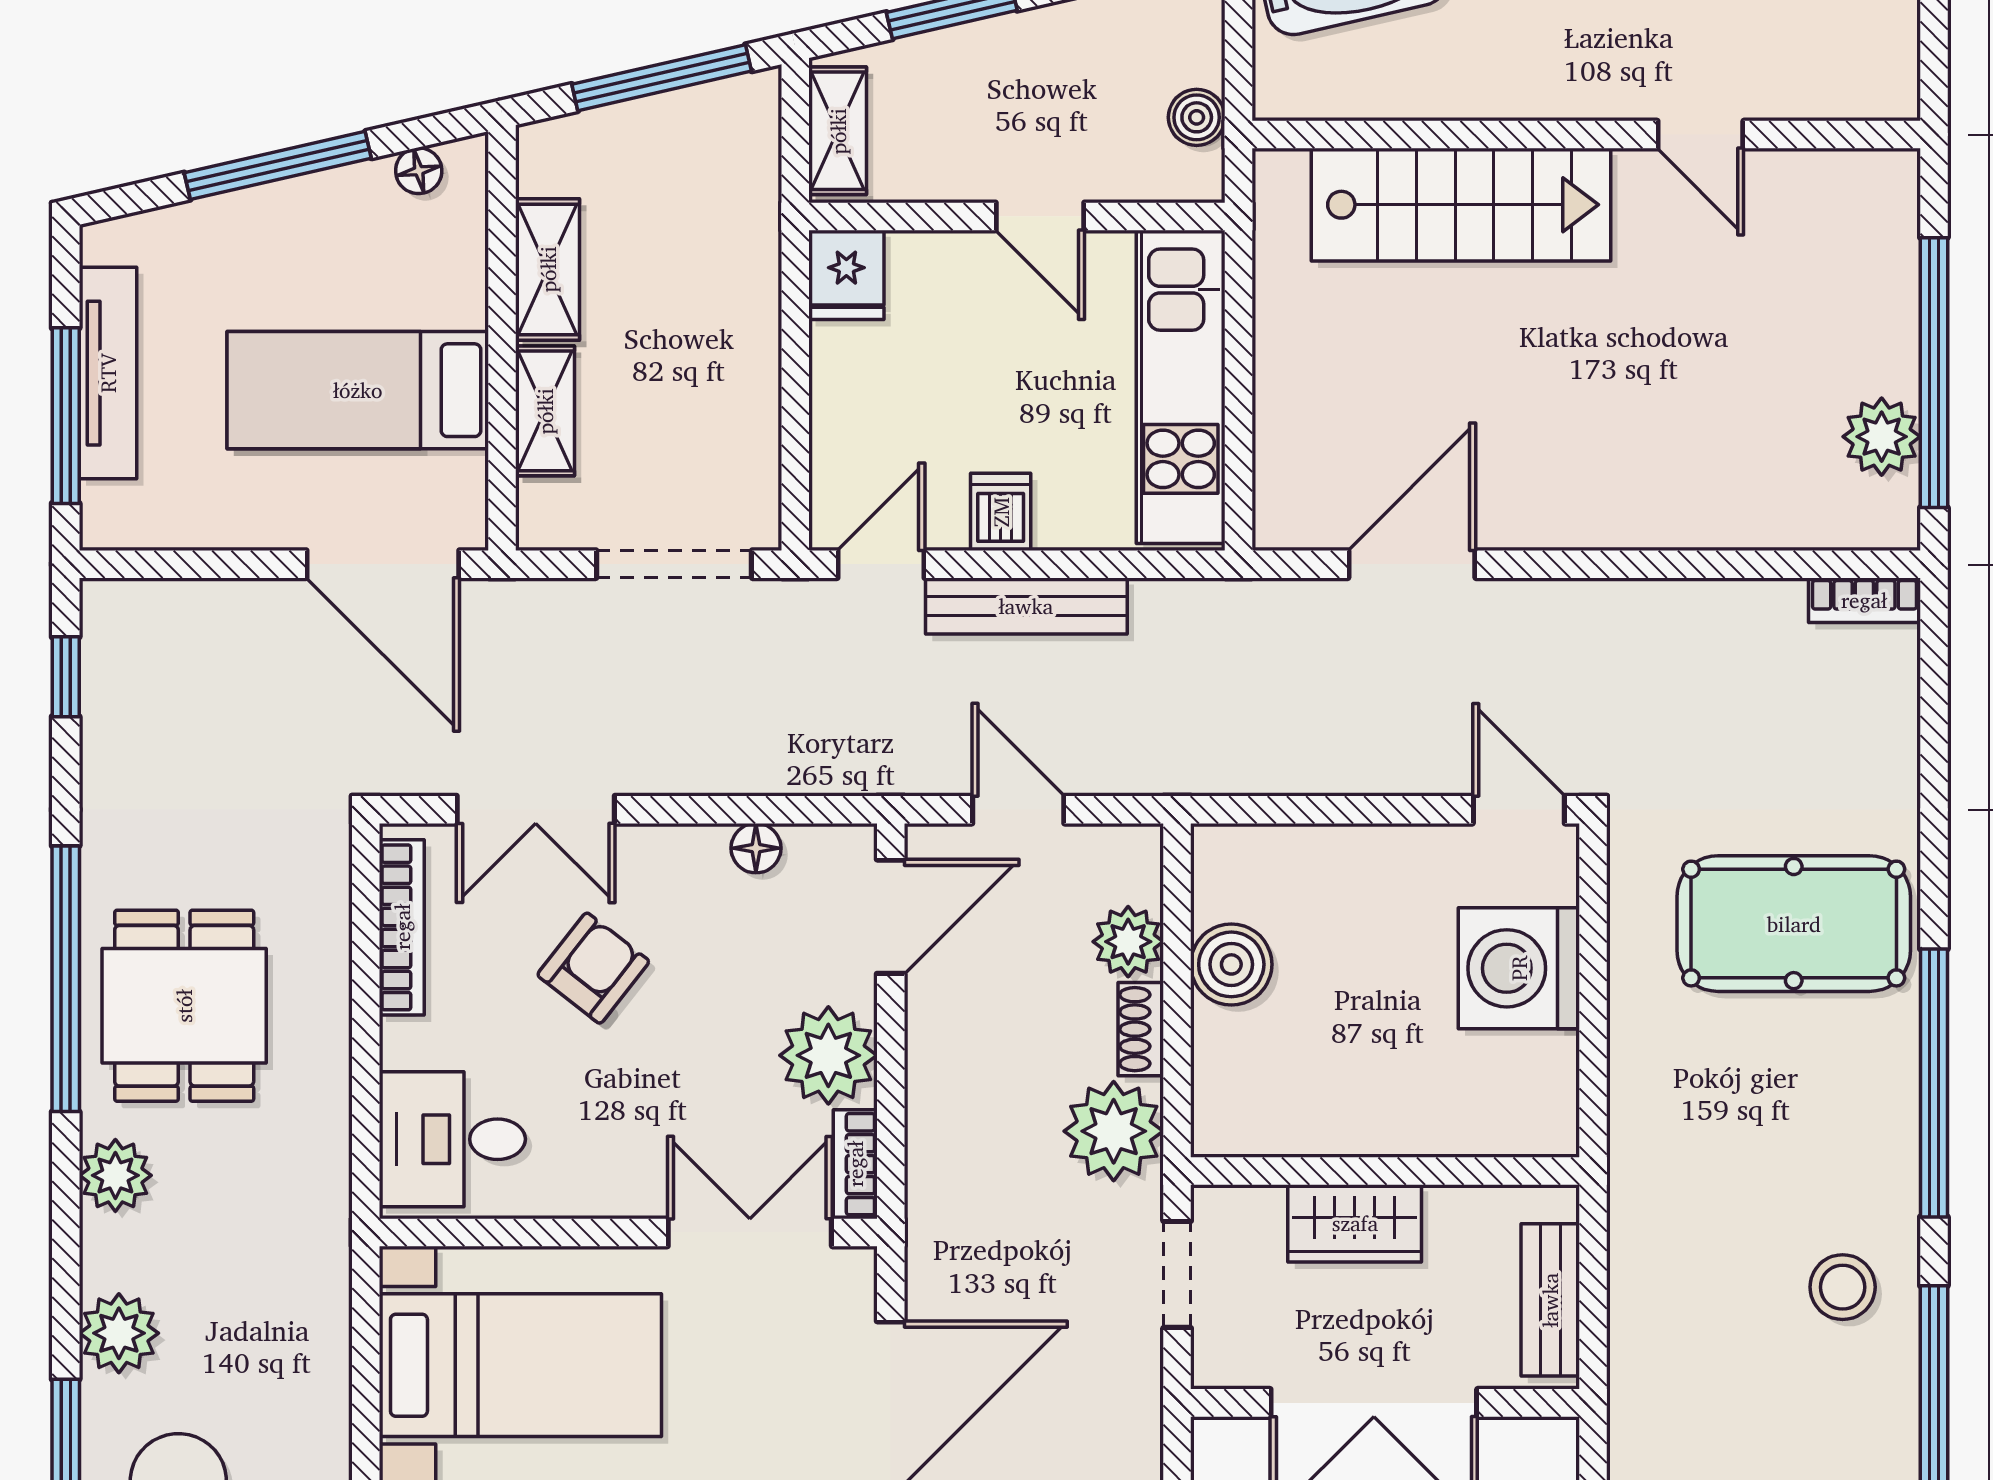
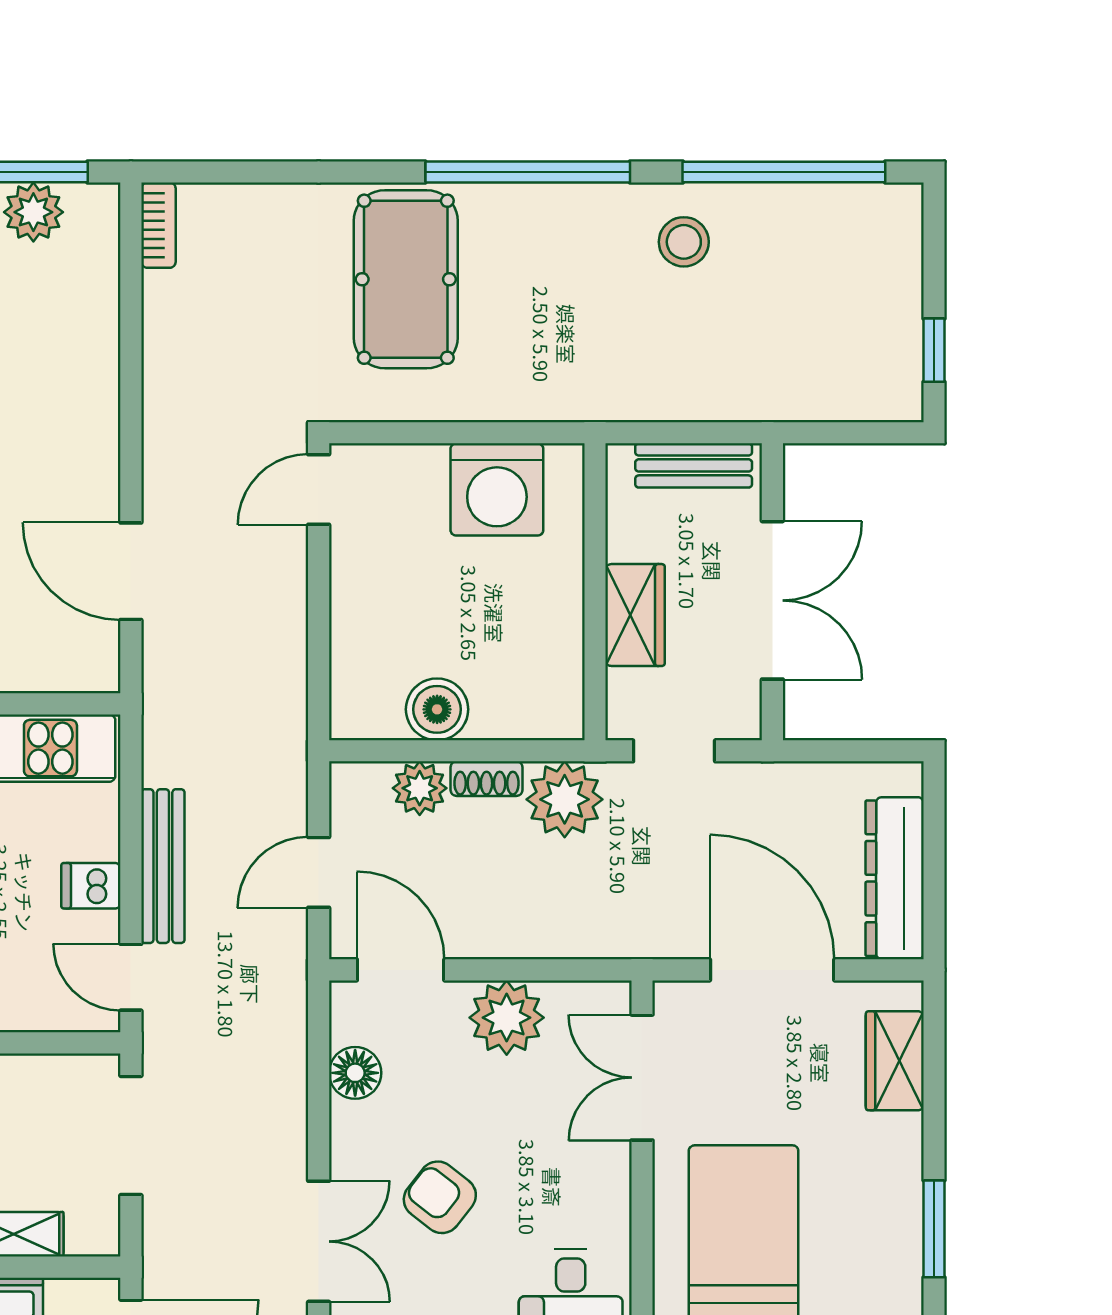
floor lamp: (756, 848) -> (355, 1073), width x1.37, depth x1.37
washing machine: (1519, 968) -> (497, 489), moved
bookcase: (855, 1164) -> (590, 997), removed

